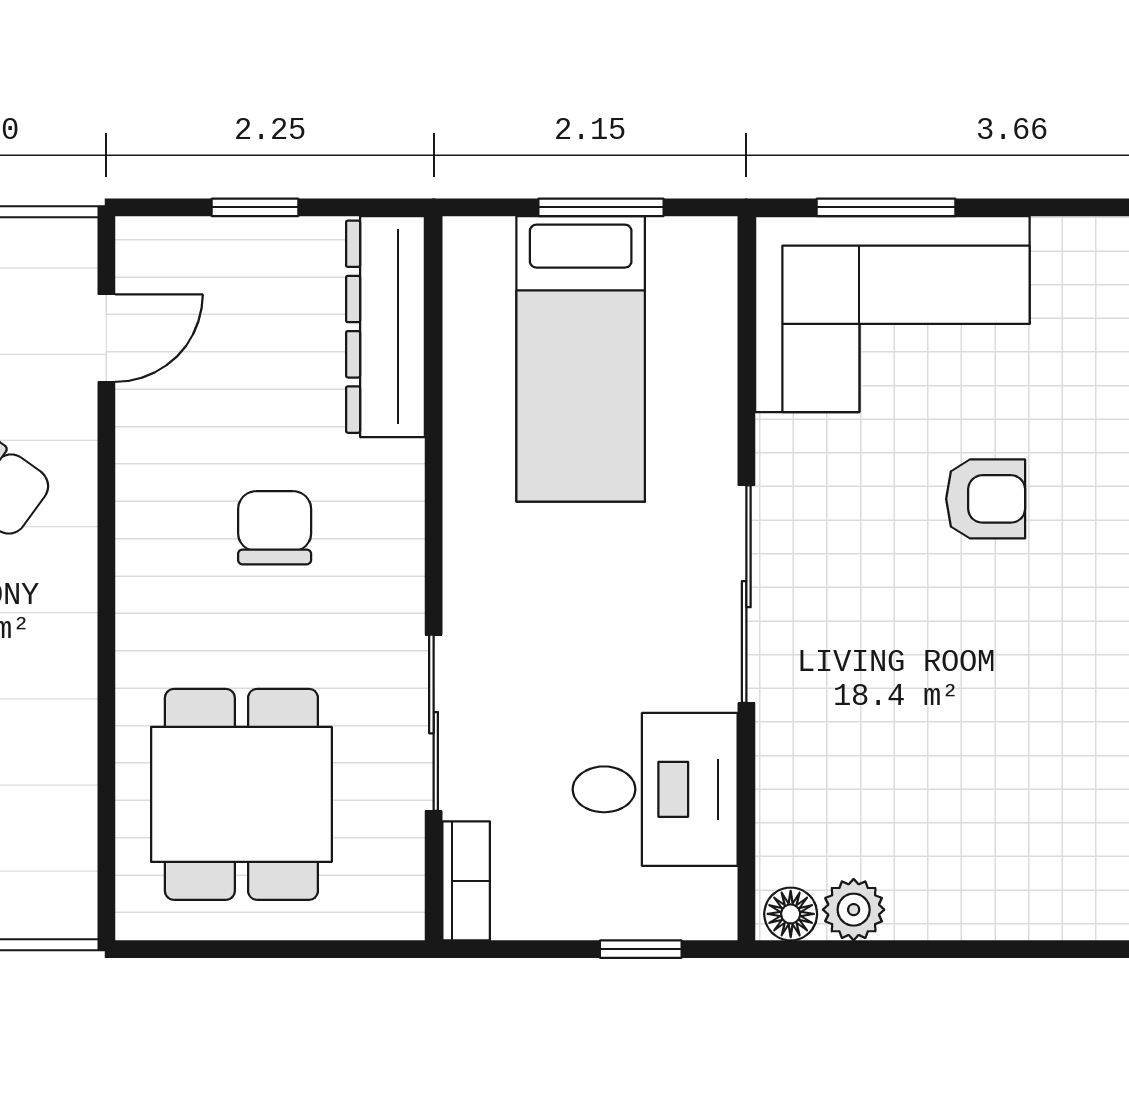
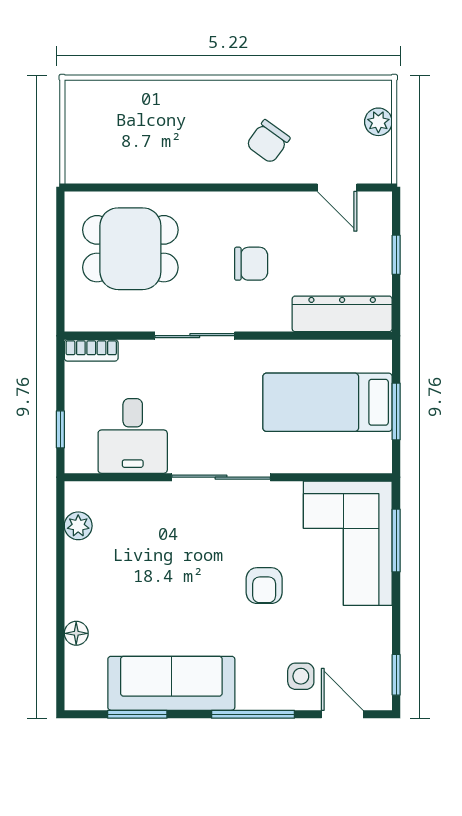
sliding door: (434, 723) -> (195, 336), moved
floor lamp: (791, 914) -> (76, 633), moved

